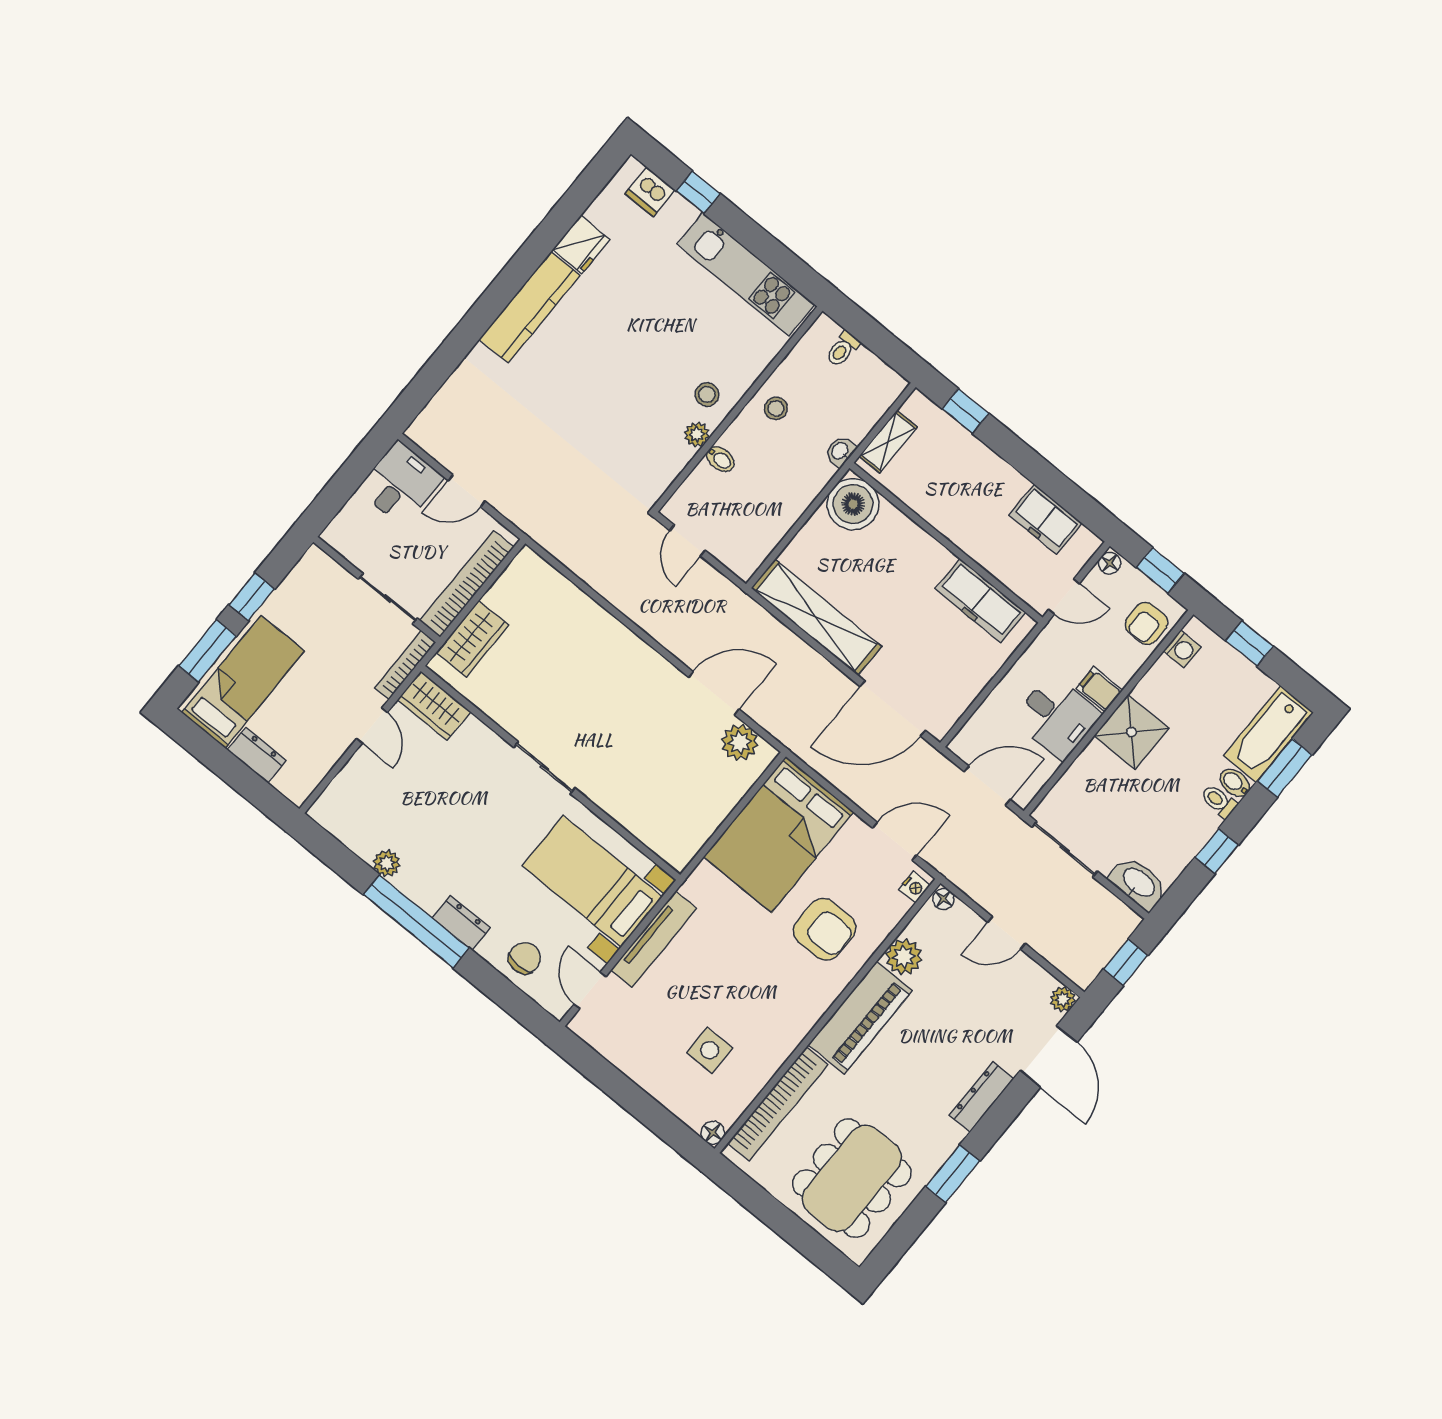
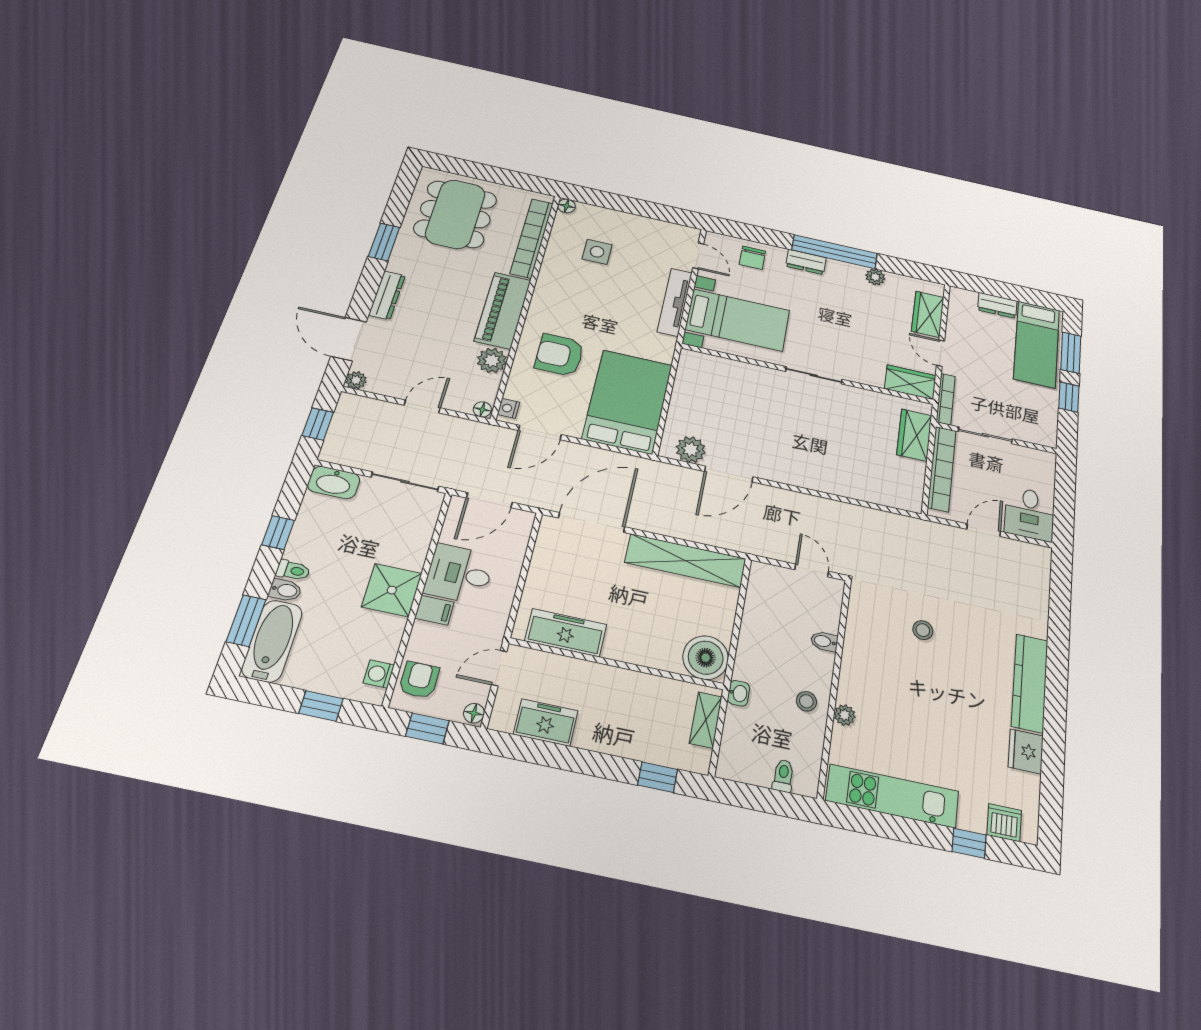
stool: (707, 394) -> (923, 630), moved
plant: (697, 434) -> (845, 715), moved
wardrobe: (353, 783) -> (928, 314), added

